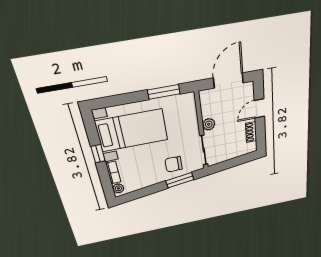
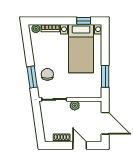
window: (98, 154) -> (84, 21), moved

